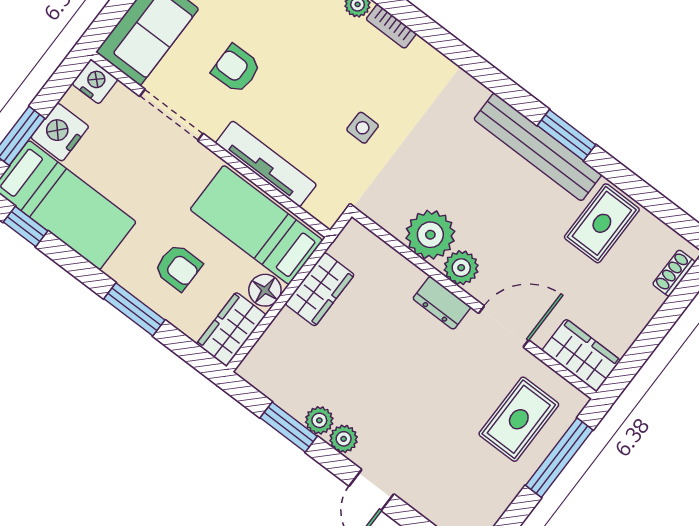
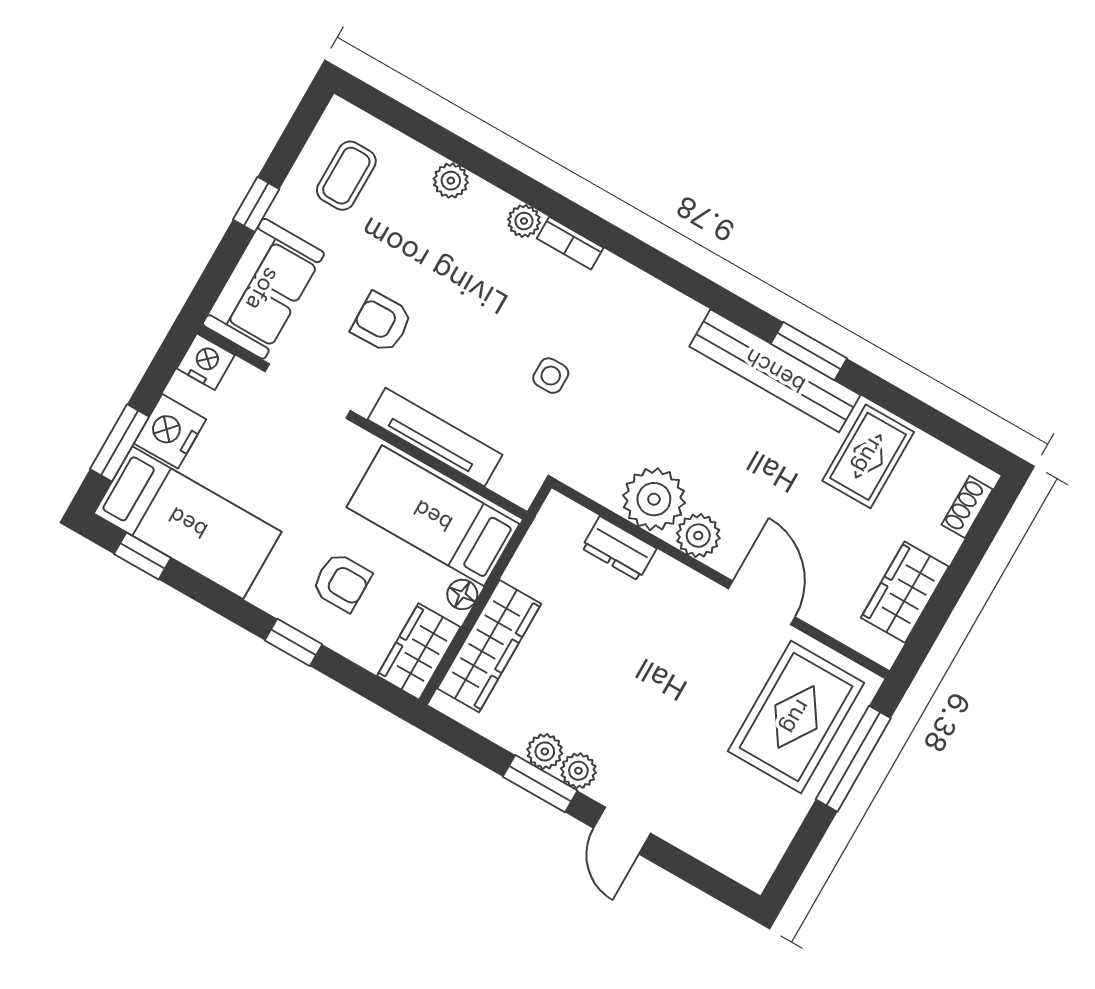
wardrobe: (320, 289) -> (489, 646), moved, width x1.50
floor lamp: (265, 290) -> (462, 594), width x0.73, depth x0.73
dresser: (442, 303) -> (619, 548), moved
window: (134, 309) -> (293, 642), width x0.67
door: (504, 327) -> (762, 603), hinge flipped
wardrobe: (581, 355) -> (905, 592), moved, turned -90
rug: (519, 419) -> (796, 717), width x1.36, depth x1.43
window: (289, 427) -> (540, 784), moved

